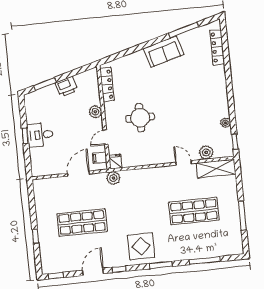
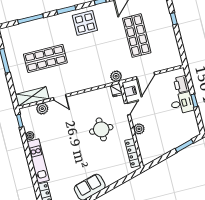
printer: (67, 86) -> (181, 84), moved, turned -75
kitchen unit: (220, 91) -> (38, 161), added
shop shelf: (82, 223) -> (137, 36), turned 90

